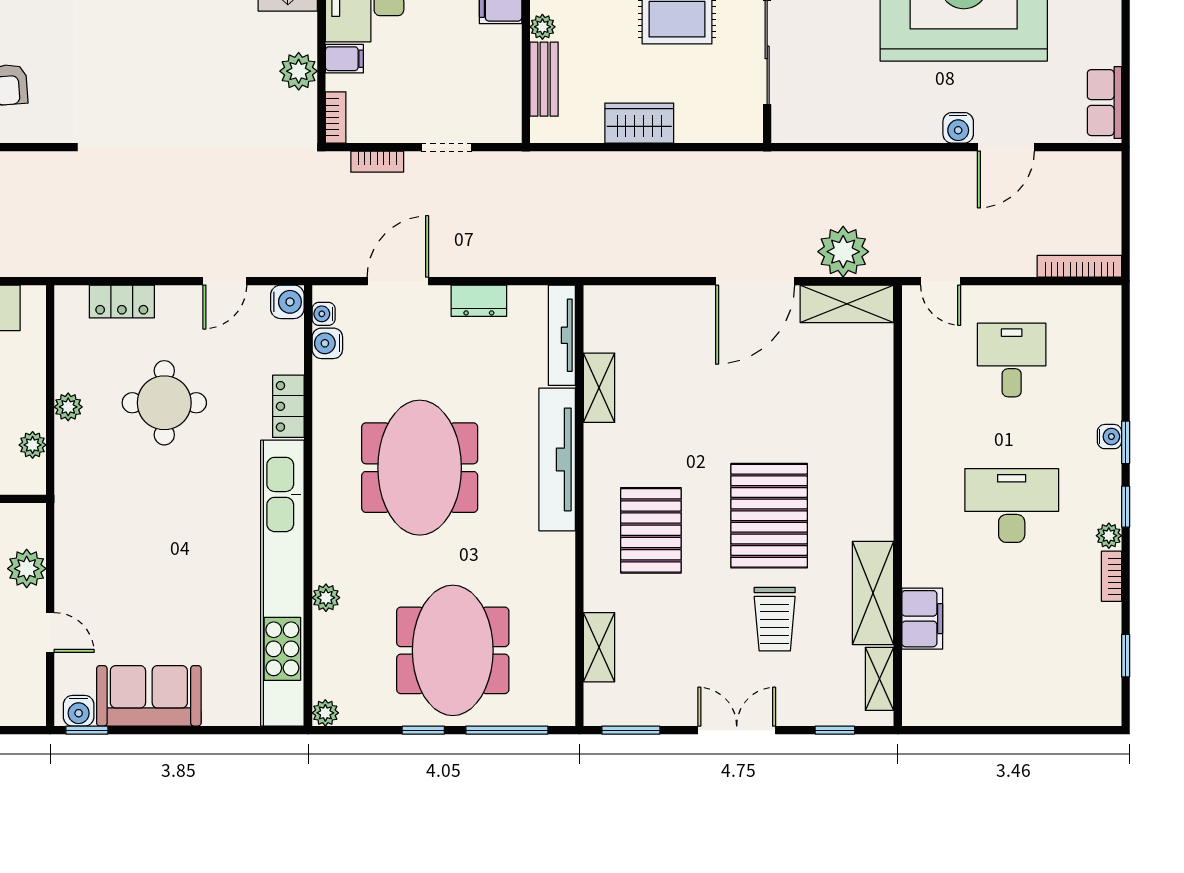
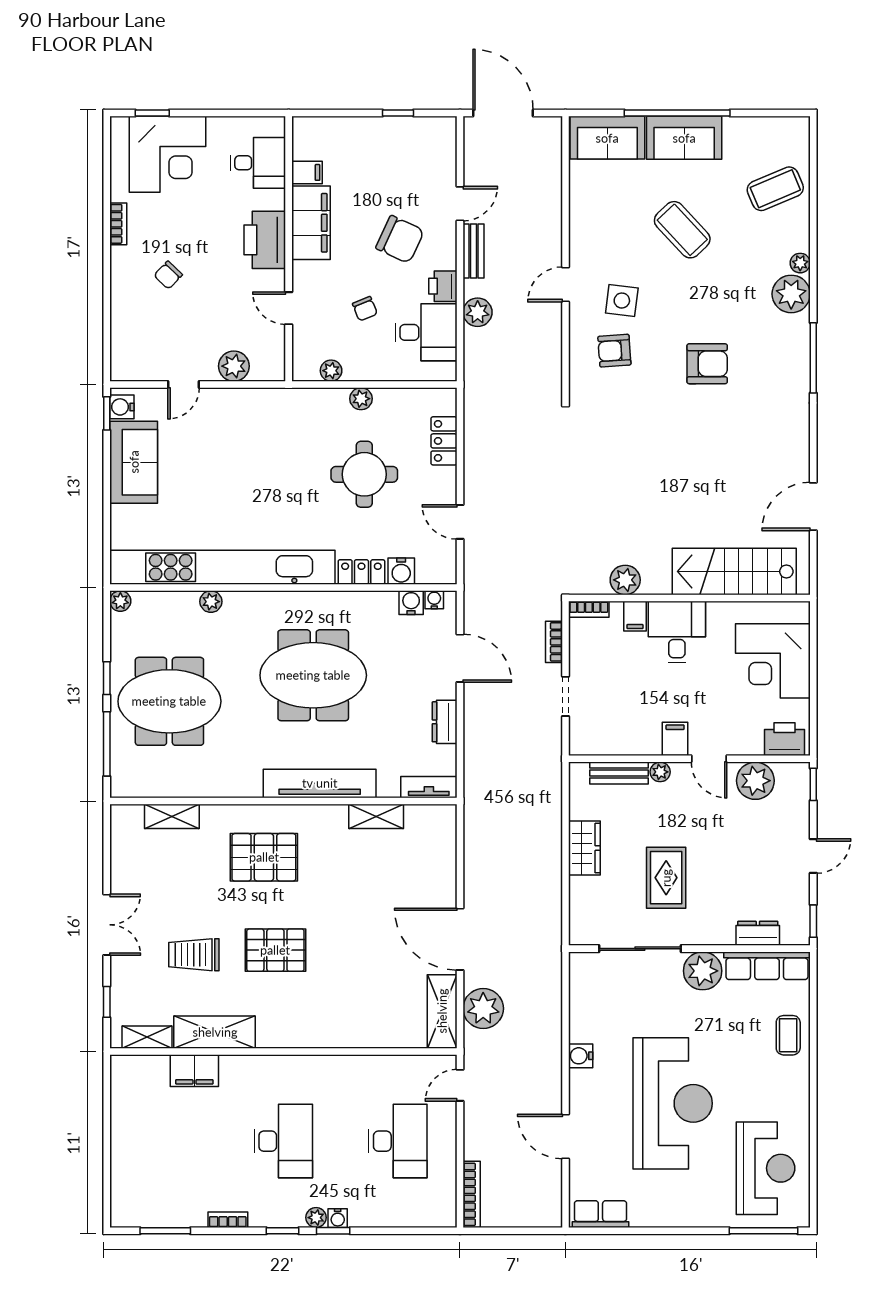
water cooler: (958, 128) -> (581, 1056), moved
water cooler: (287, 302) -> (401, 571), moved
tv unit: (562, 335) -> (429, 787), width x0.71
desk: (1012, 360) -> (398, 1141), width x1.37
pallet: (769, 516) -> (275, 950), width x0.73, depth x0.71
plant: (1109, 536) -> (316, 1218), moved
window: (1126, 656) -> (165, 1231), width x1.50
window: (631, 730) -> (107, 841), removed

